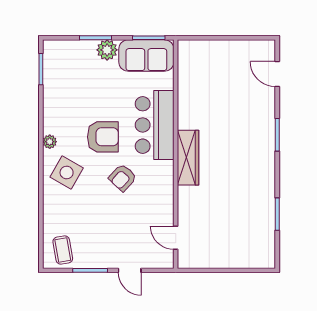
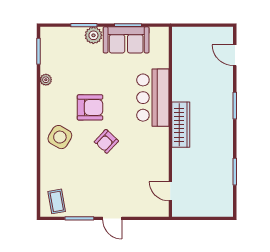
bar counter: (155, 125) -> (153, 98), moved
plant: (50, 142) -> (46, 80), moved
wall: (176, 154) -> (170, 122), moved
wardrobe: (188, 158) -> (181, 125), moved
door: (176, 238) -> (170, 191), moved

